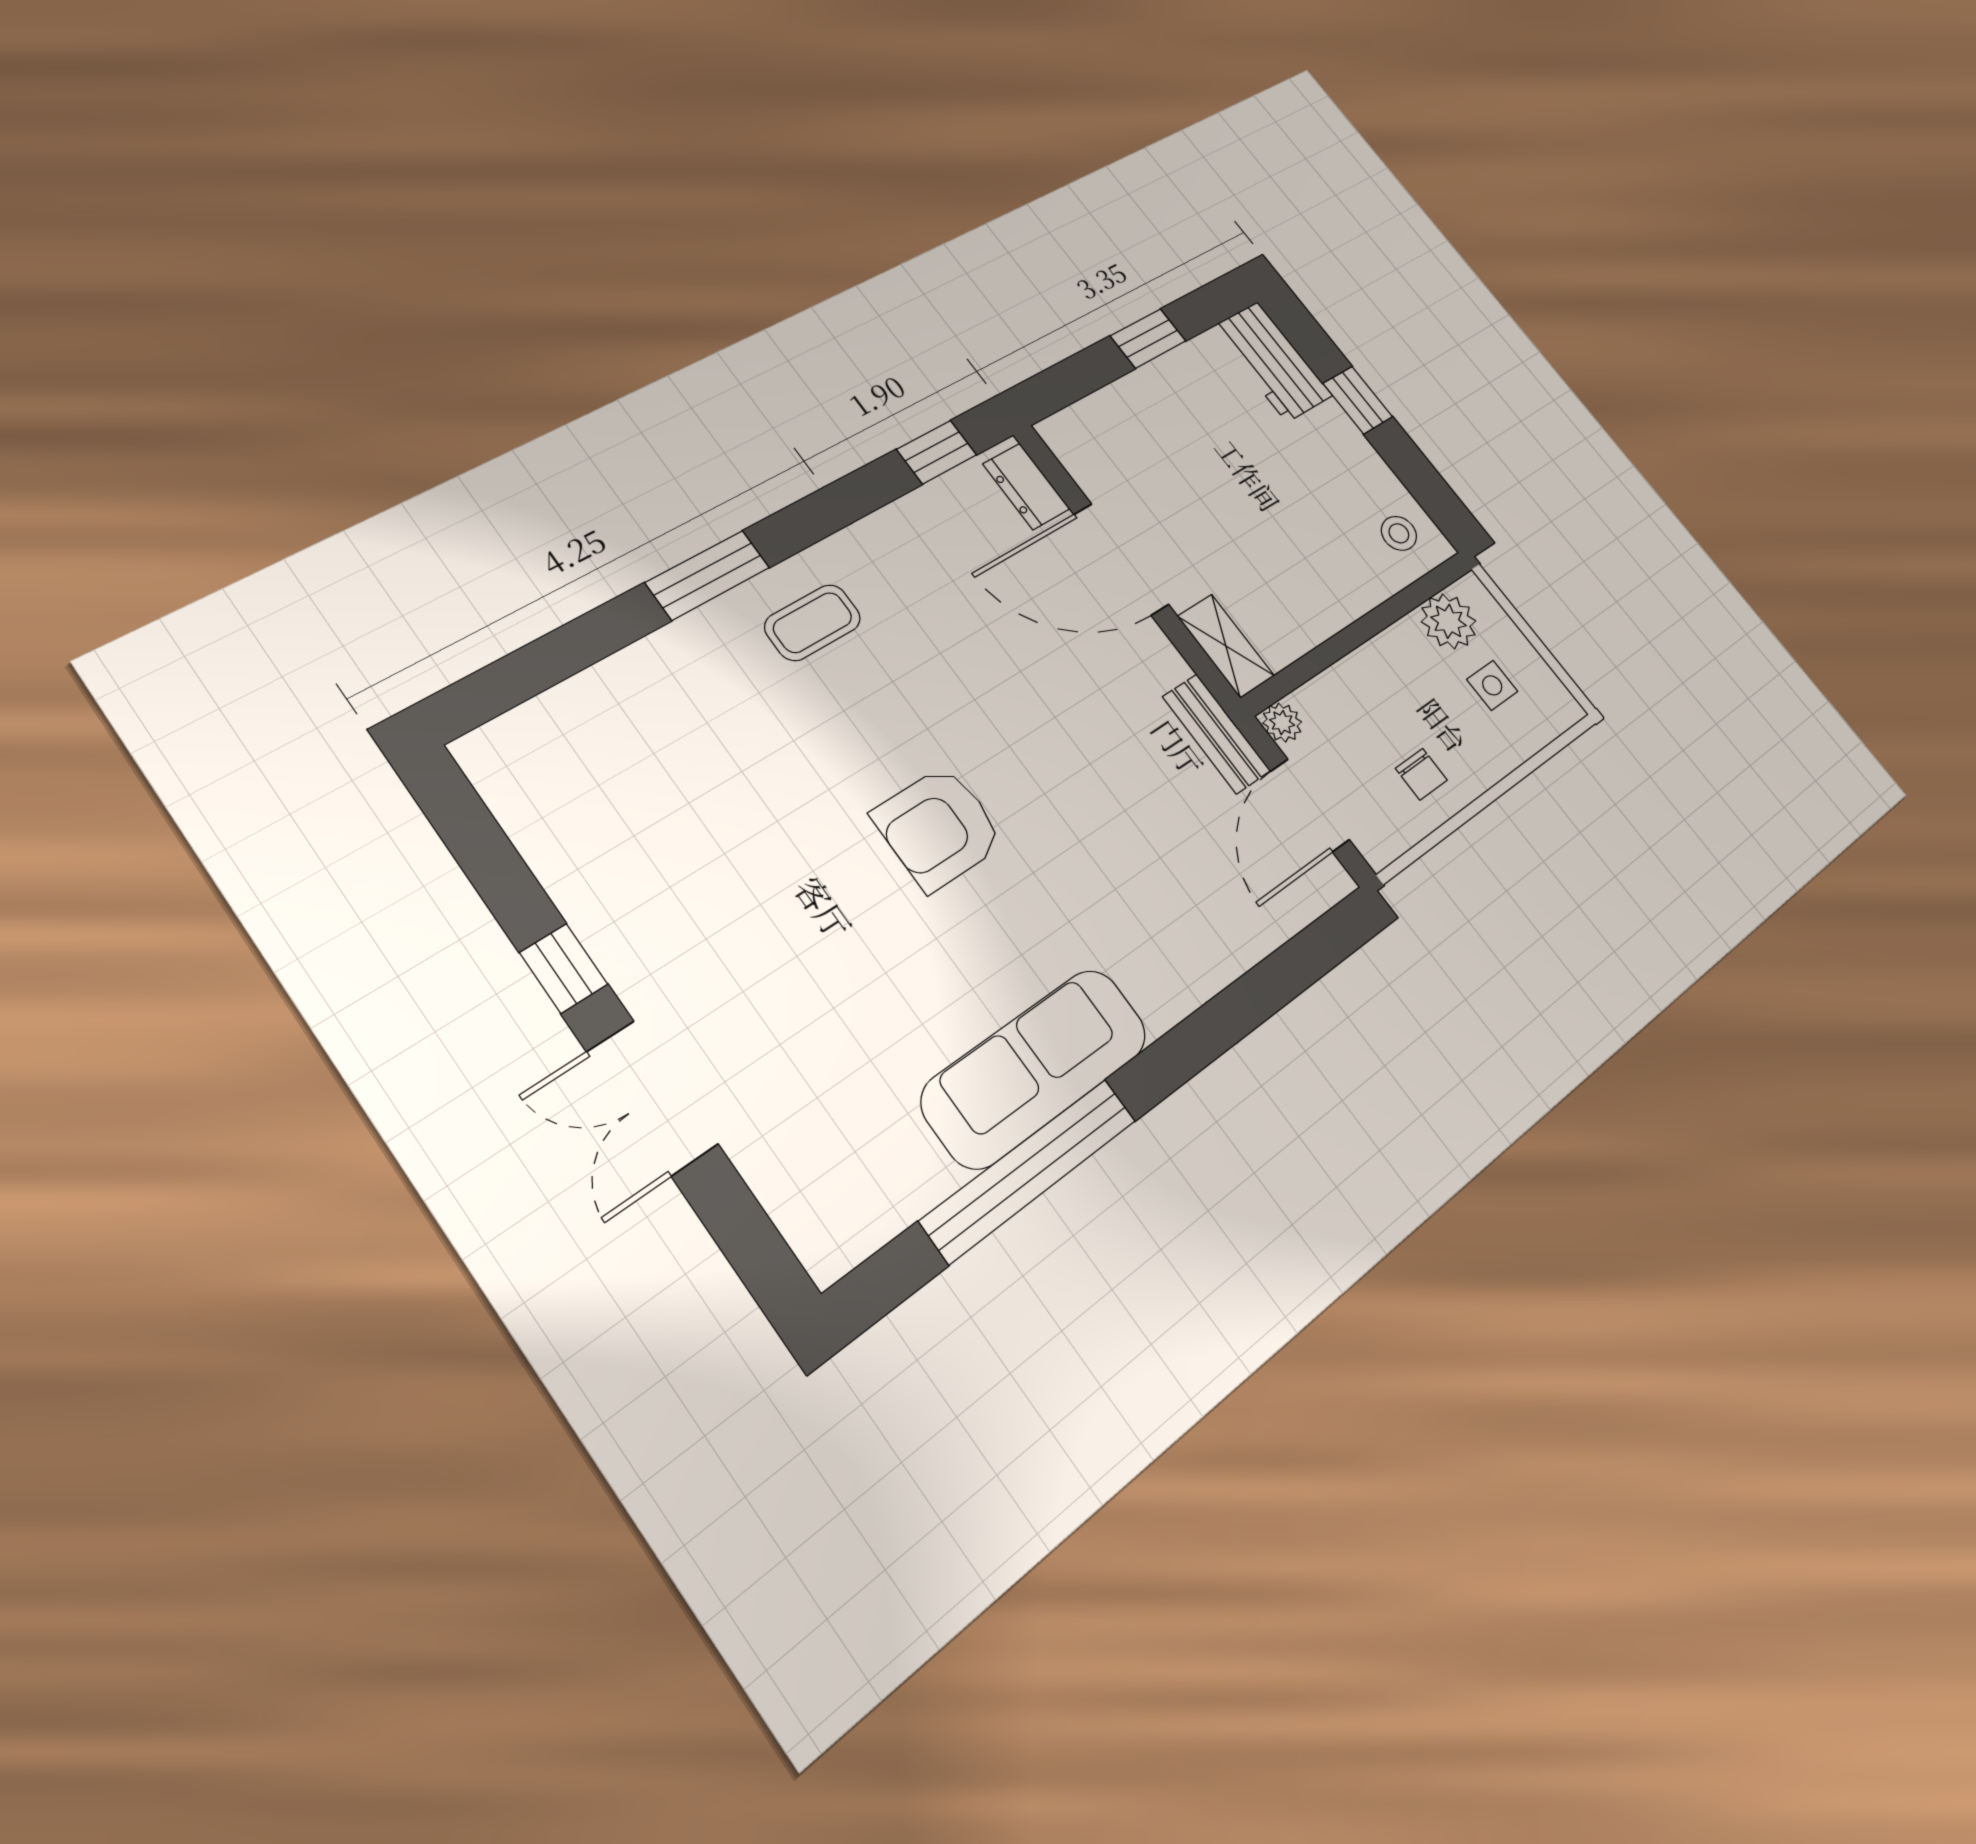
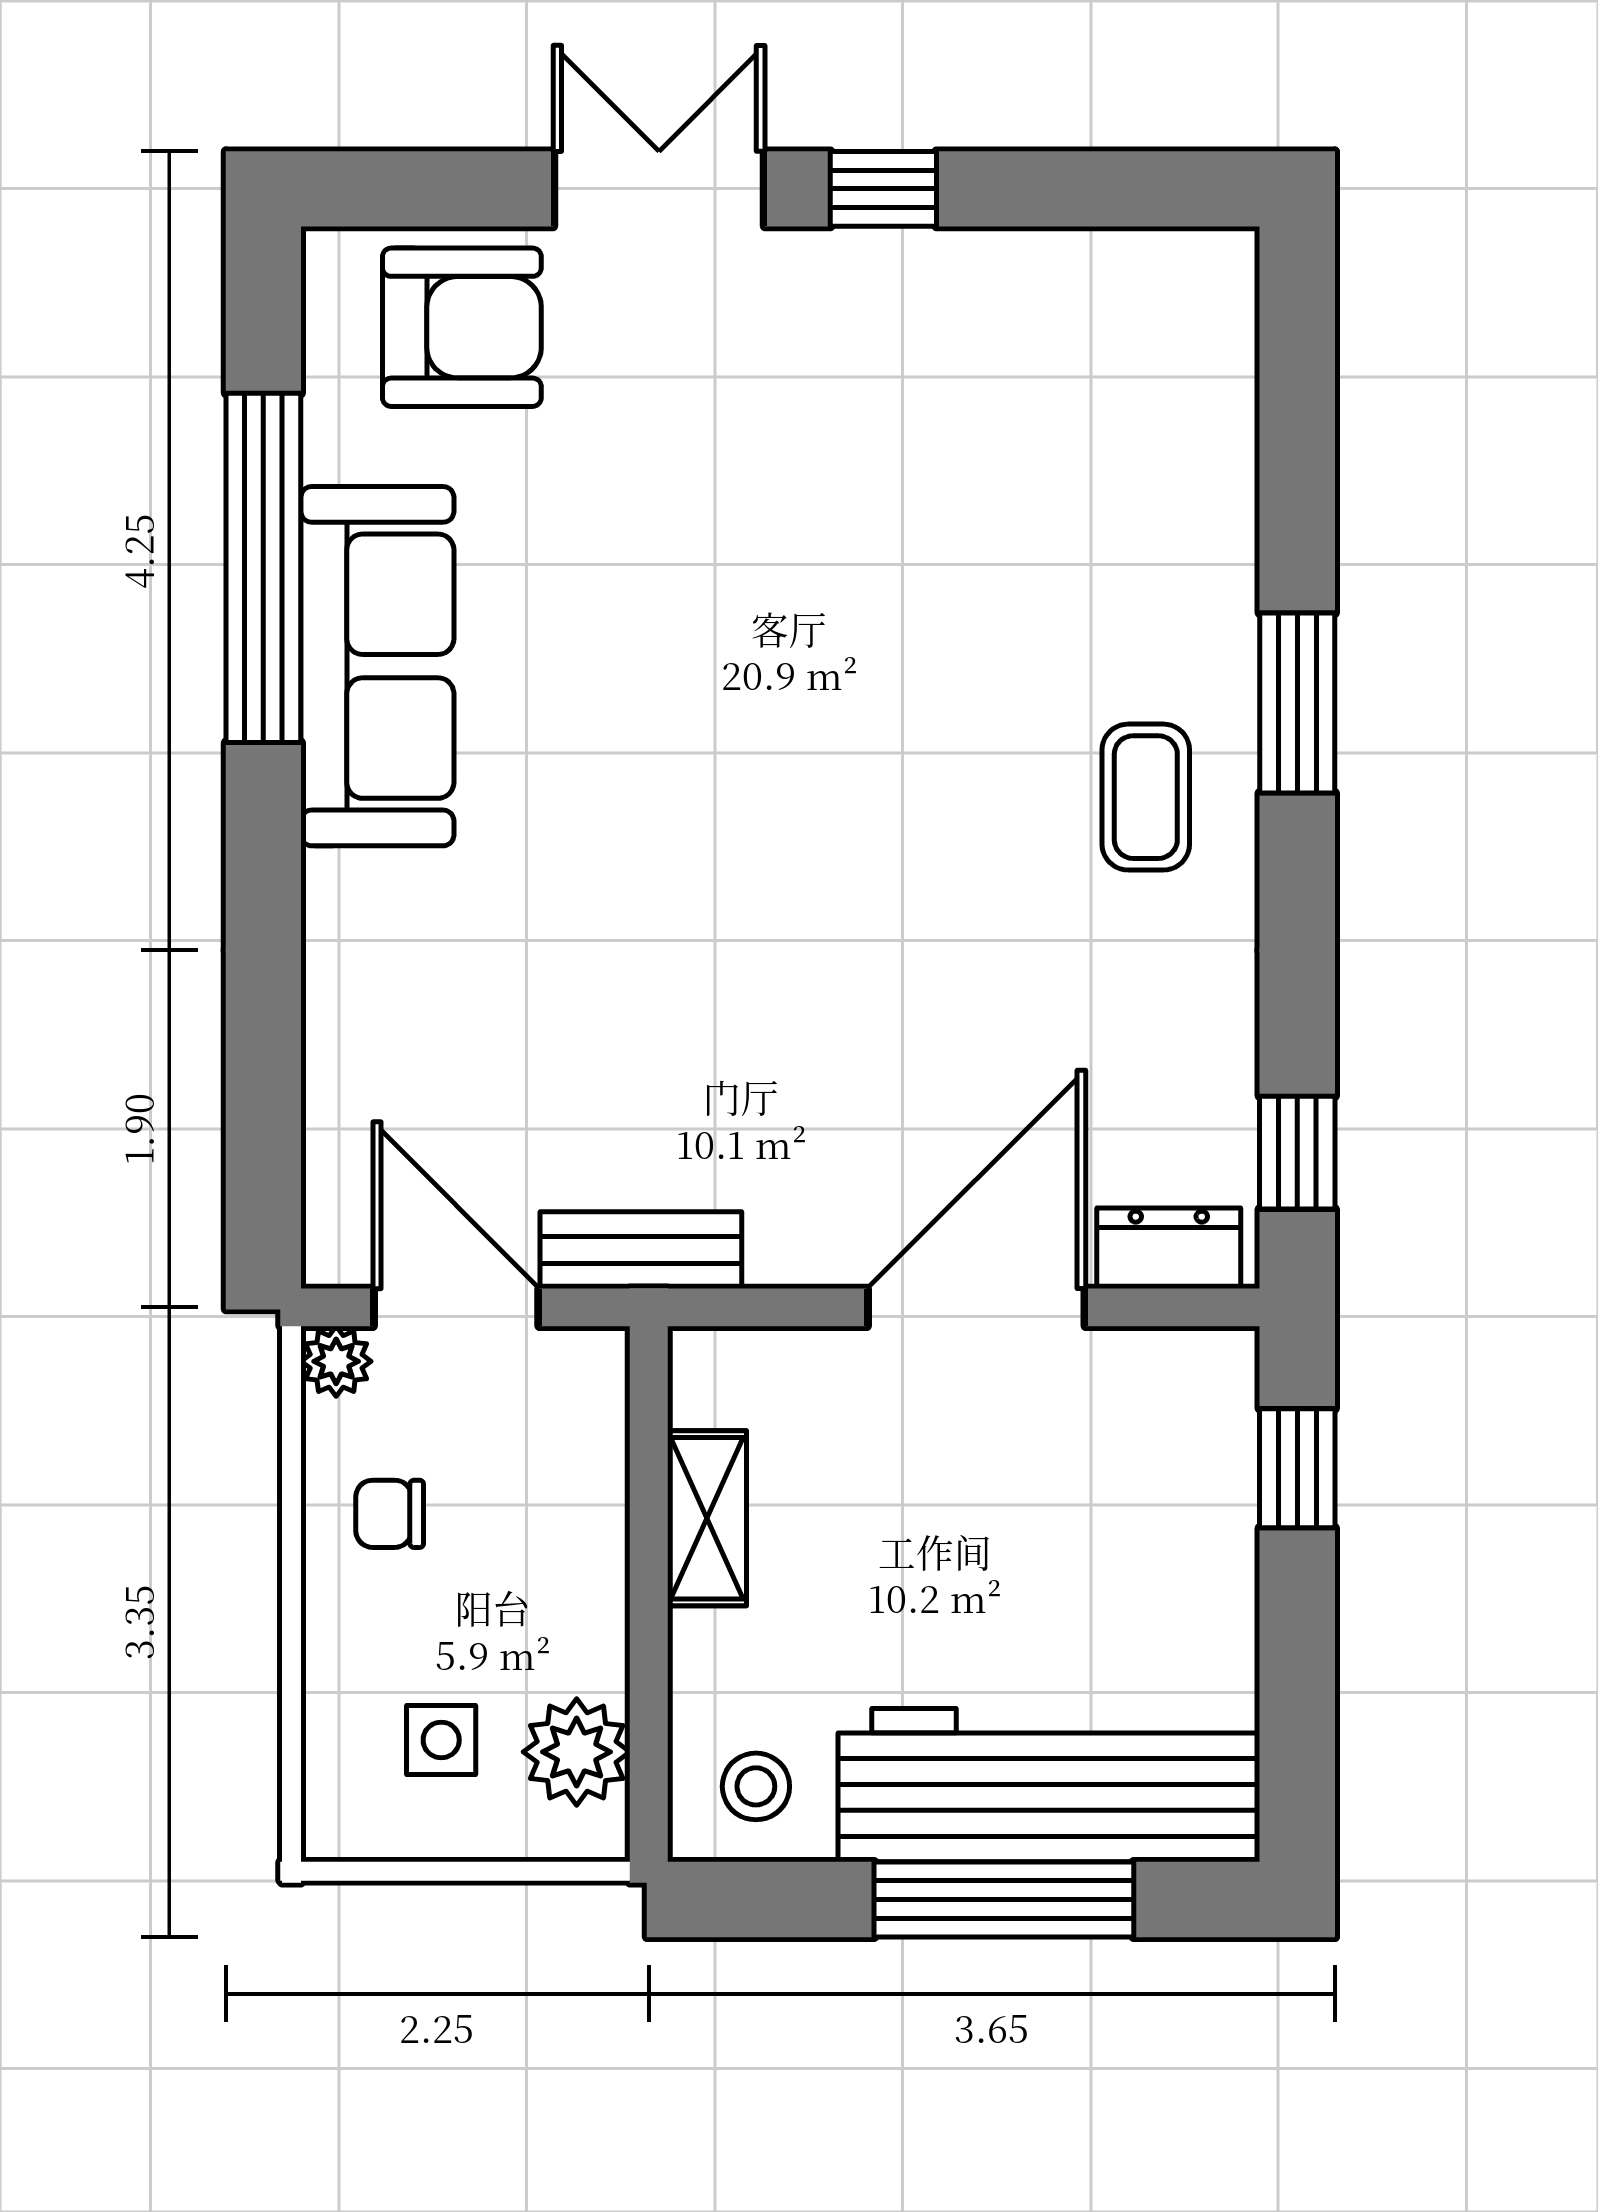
window: (1148, 338) -> (1297, 1468), moved
workbench: (1272, 362) -> (1049, 1785), width x1.88, depth x1.32
window: (1358, 400) -> (1004, 1900), width x2.17
shelving: (1226, 646) -> (707, 1518), moved, turned 90
plant: (1282, 723) -> (336, 1361), moved
armchair: (939, 828) -> (462, 327), moved, turned 90

